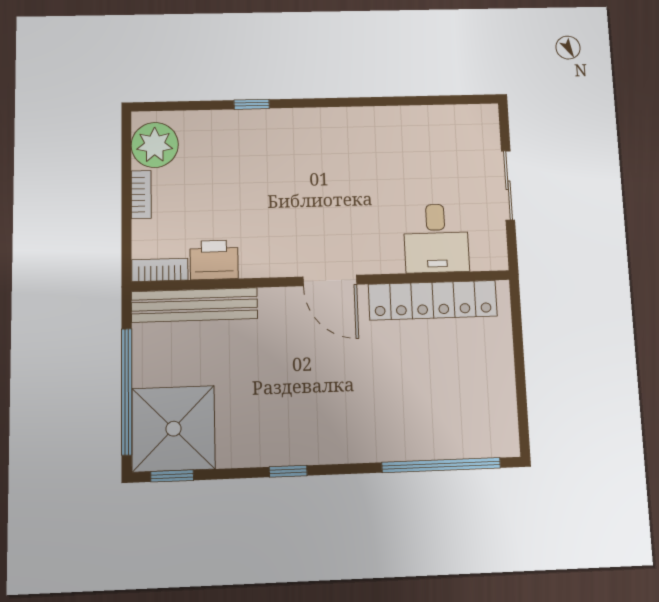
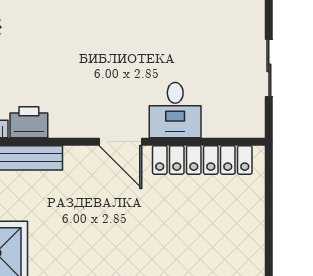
desk: (436, 238) -> (175, 110), moved

